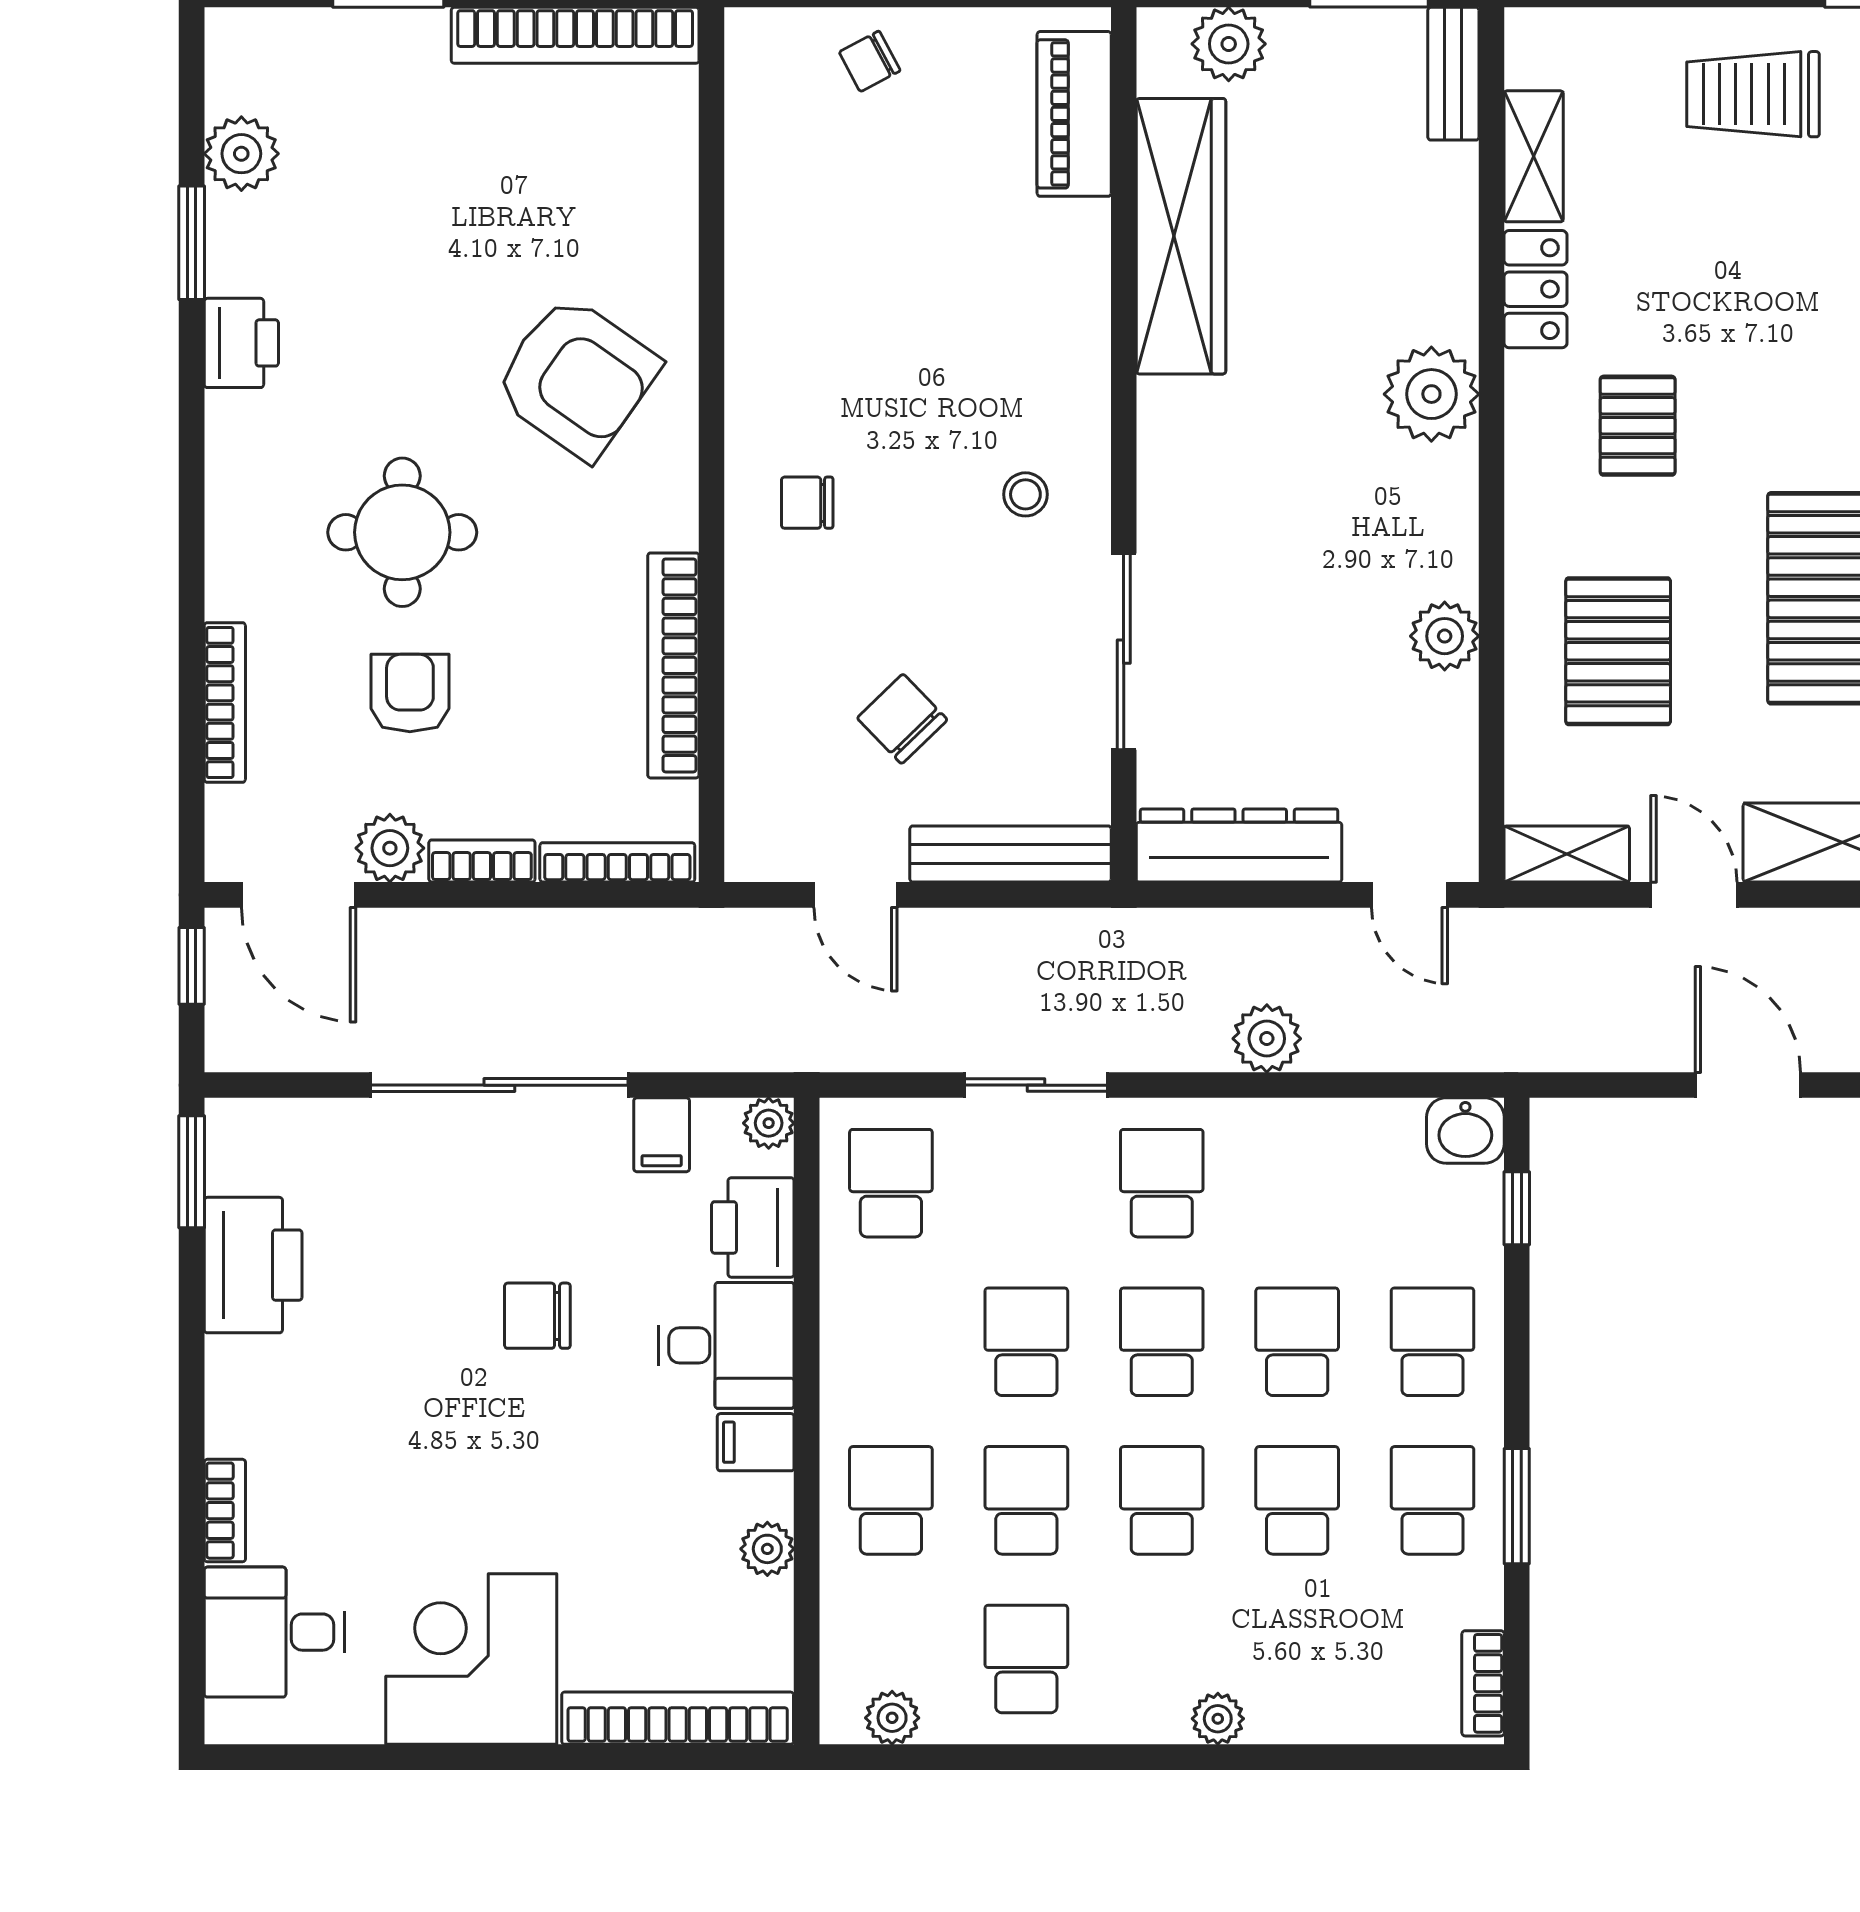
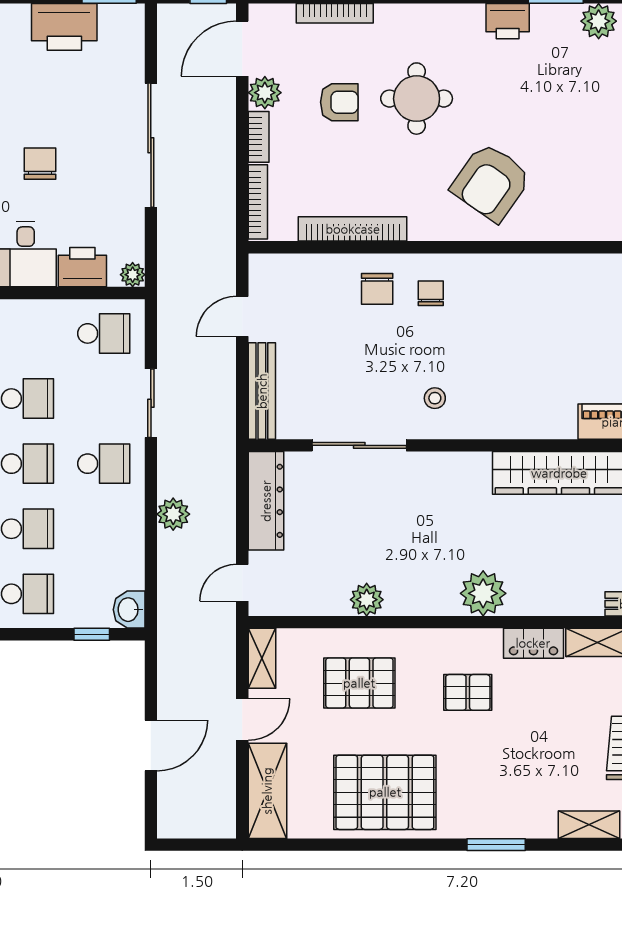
chair: (902, 719) -> (377, 289), moved, turned 134
filing cabinet: (662, 1135) -> (127, 223), removed

